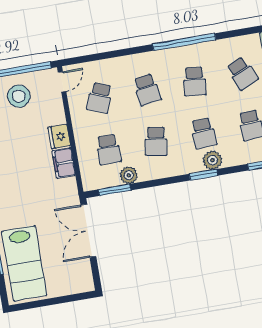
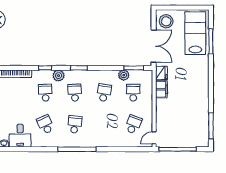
school desk: (147, 90) -> (104, 124), removed
stool: (19, 96) -> (166, 21), moved
fridge: (59, 136) -> (161, 73), moved
plant: (213, 160) -> (58, 76), moved

